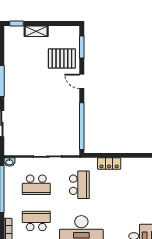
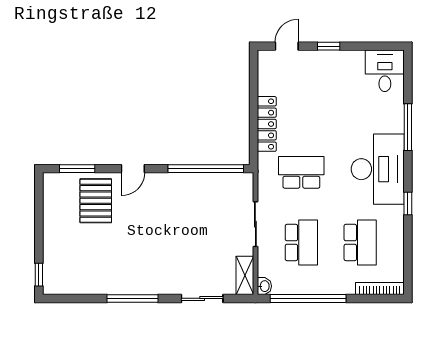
shelving: (36, 31) -> (245, 275), moved
locker: (109, 164) -> (267, 124), width x1.53
school desk: (36, 221) -> (360, 242), turned 180

